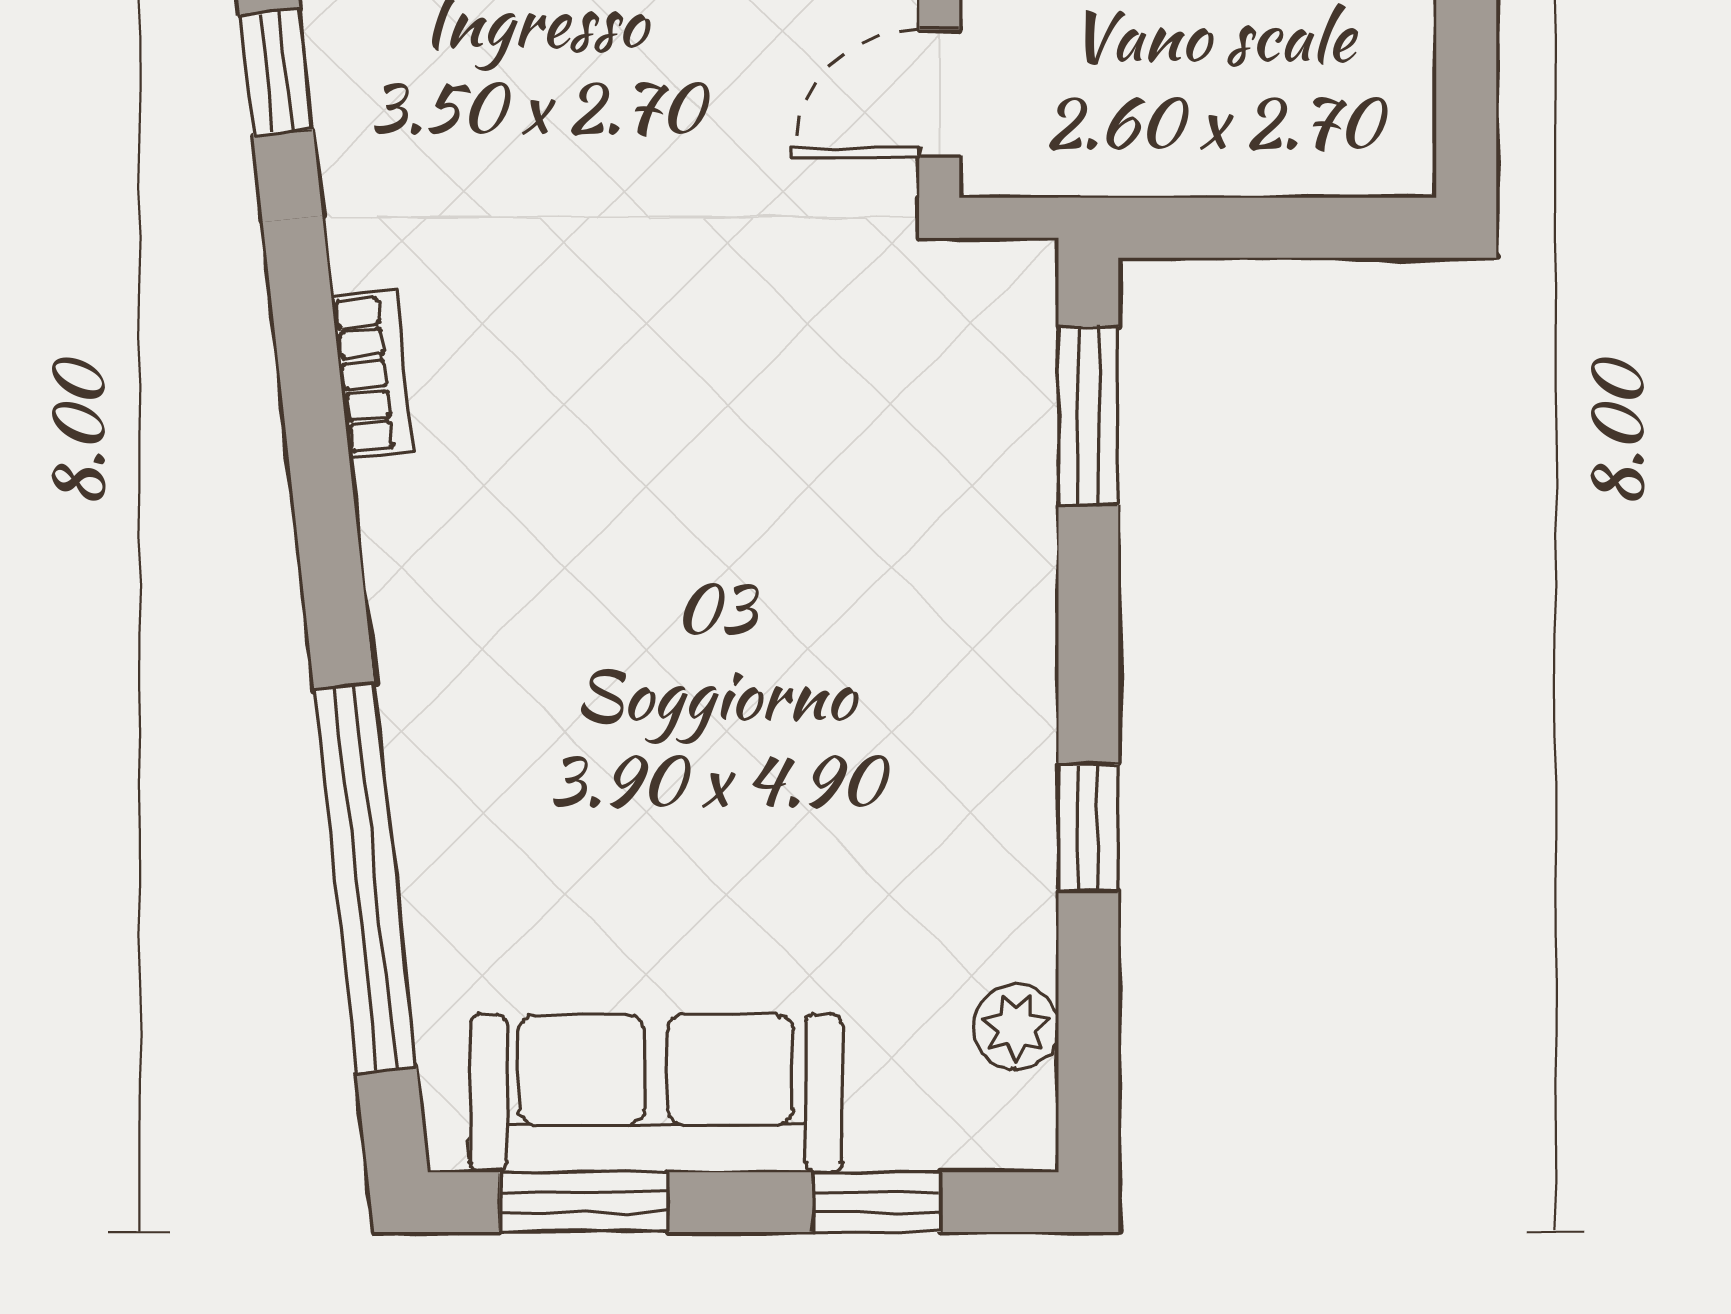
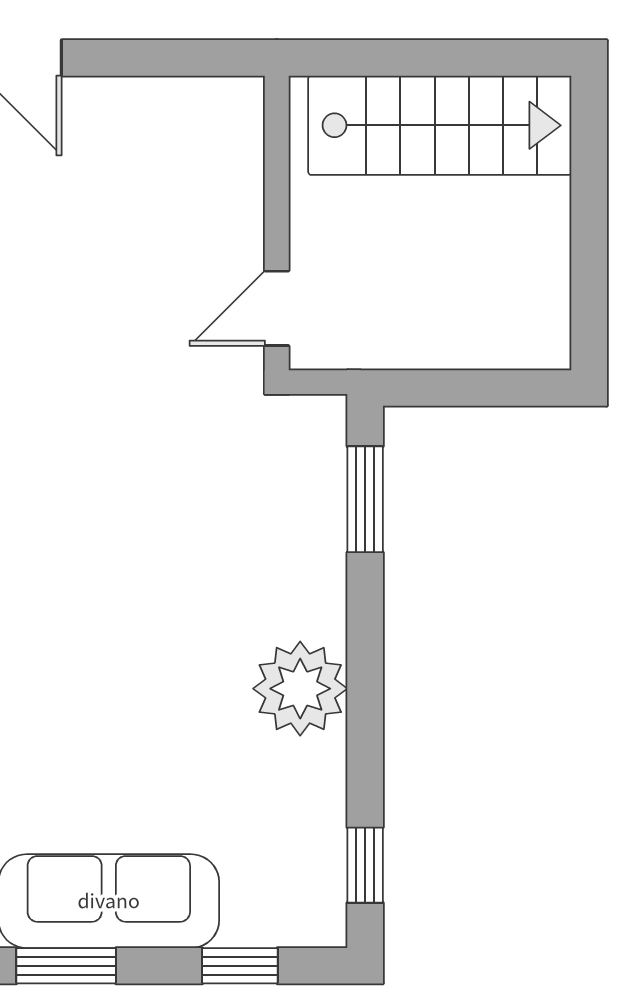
window: (1088, 827) -> (365, 865), moved
plant: (1016, 1027) -> (300, 689), moved, width x1.87, depth x1.87

